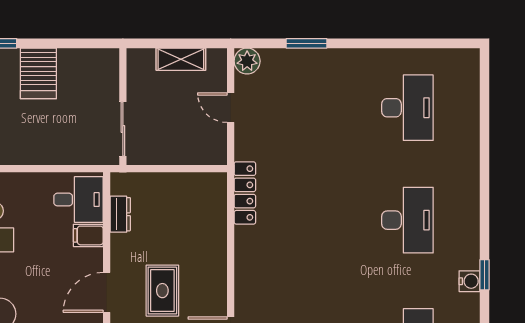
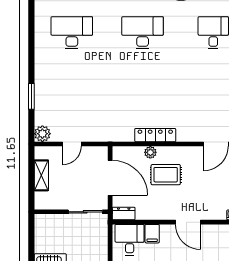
door: (177, 169) -> (110, 178), added
locker: (245, 193) -> (155, 135), moved
dresser: (120, 214) -> (124, 214), moved
plant: (217, 233) -> (150, 152), added
rug: (162, 291) -> (166, 175), moved

